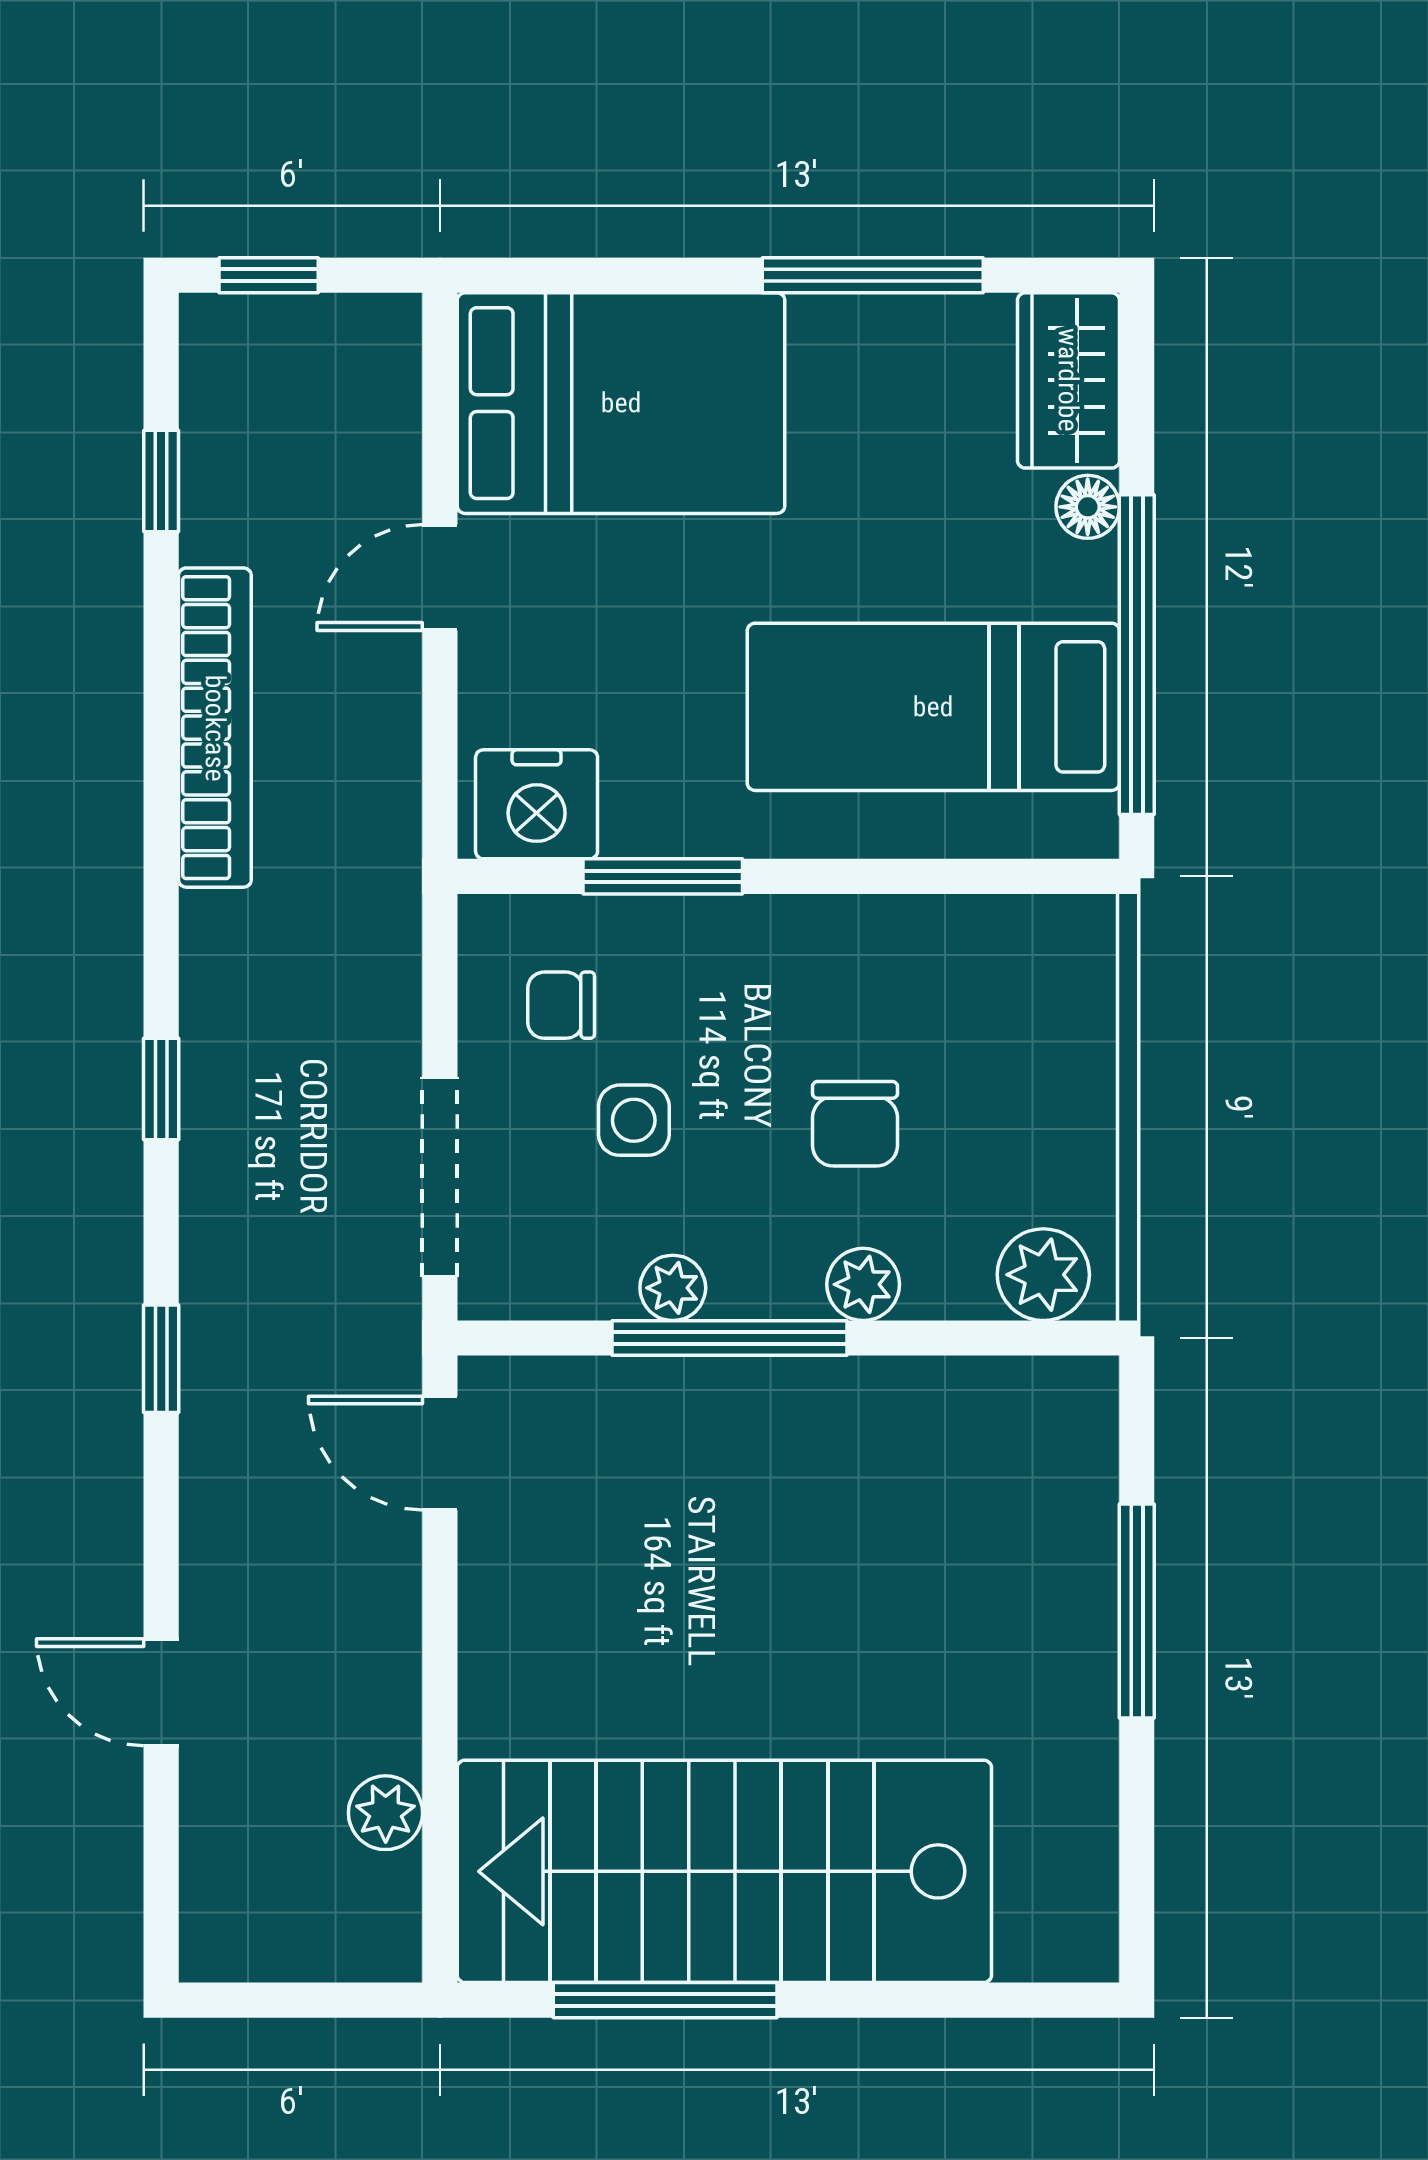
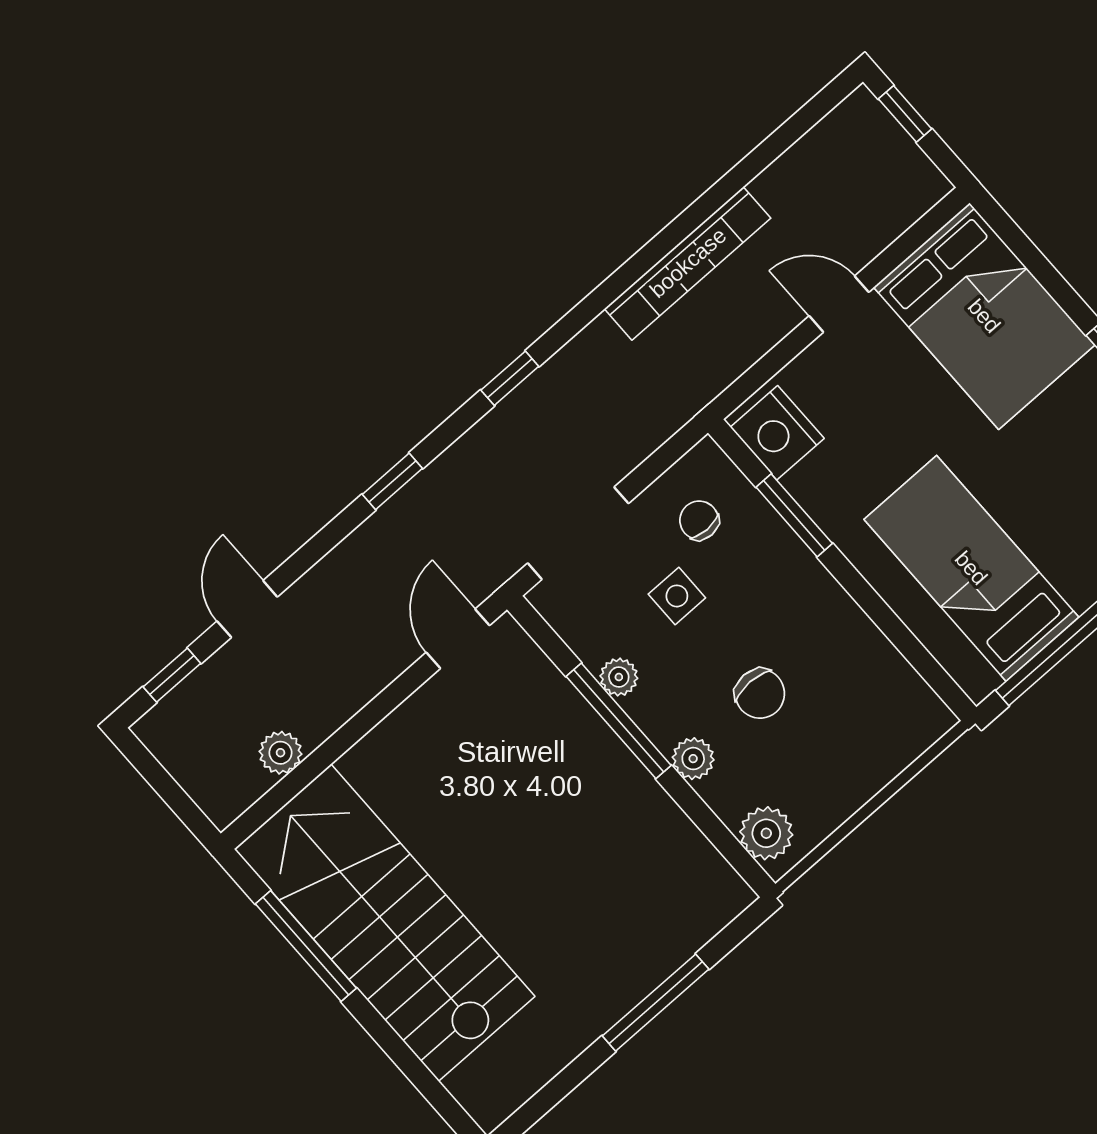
window: (161, 481) -> (172, 675), moved
chair: (855, 1124) -> (760, 694), turned -90

